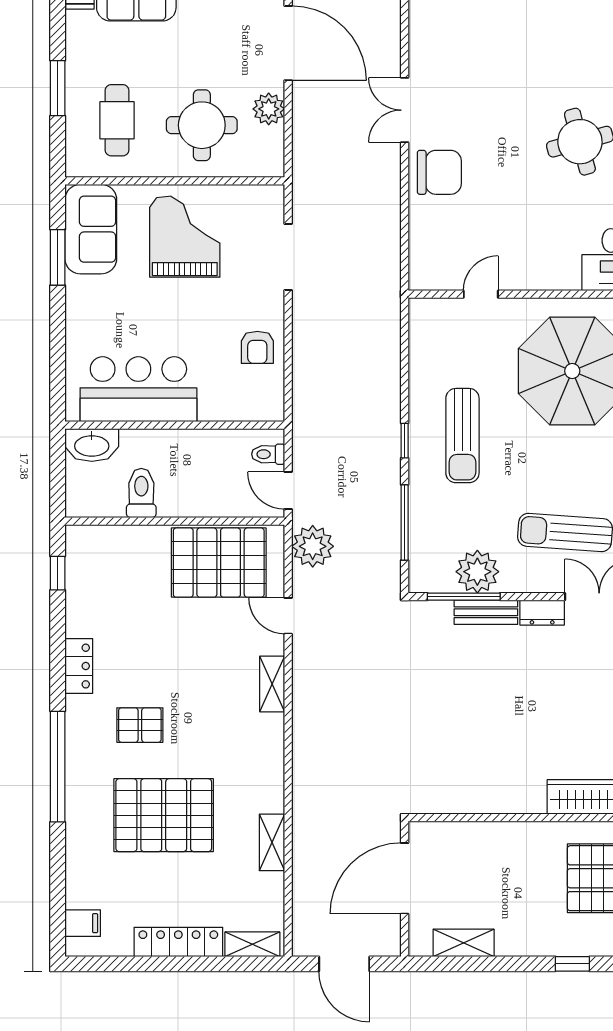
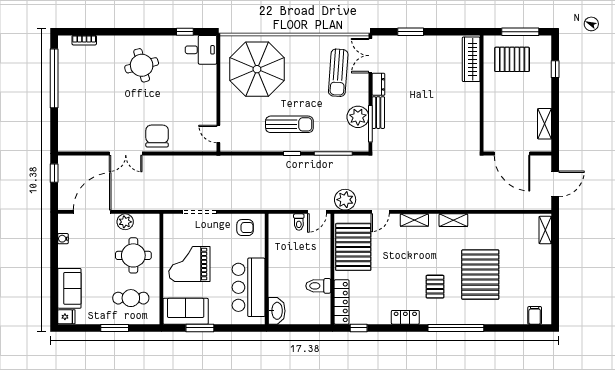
door: (481, 294) -> (218, 134), moved
bar counter: (138, 389) -> (249, 287), moved
wall: (175, 425) -> (267, 269), moved
washbasin: (92, 445) -> (277, 311), moved
shelving: (272, 842) -> (453, 220), moved
locker: (178, 942) -> (342, 302), moved, turned 180

